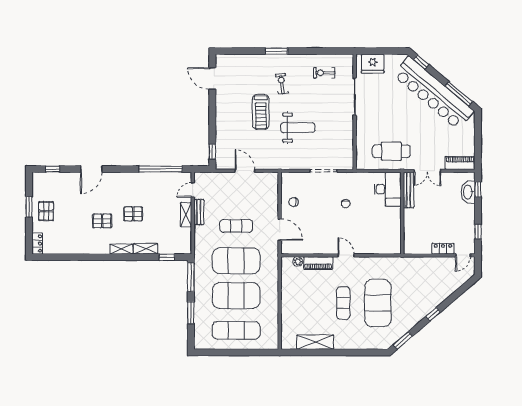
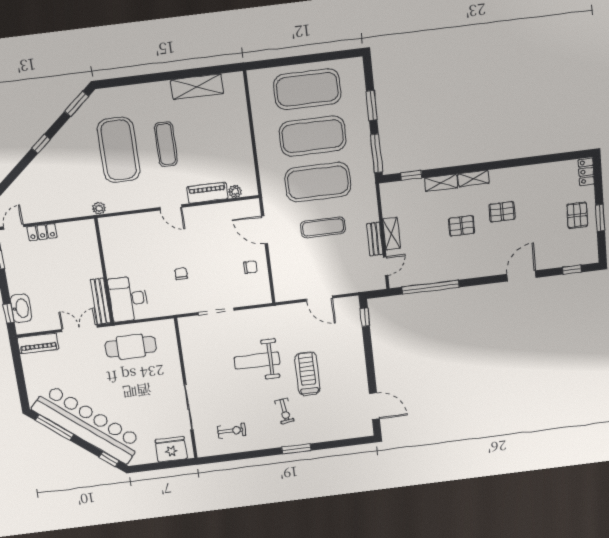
plant: (399, 261) -> (99, 208), added
exercise mat: (236, 330) -> (307, 89), width x1.47

